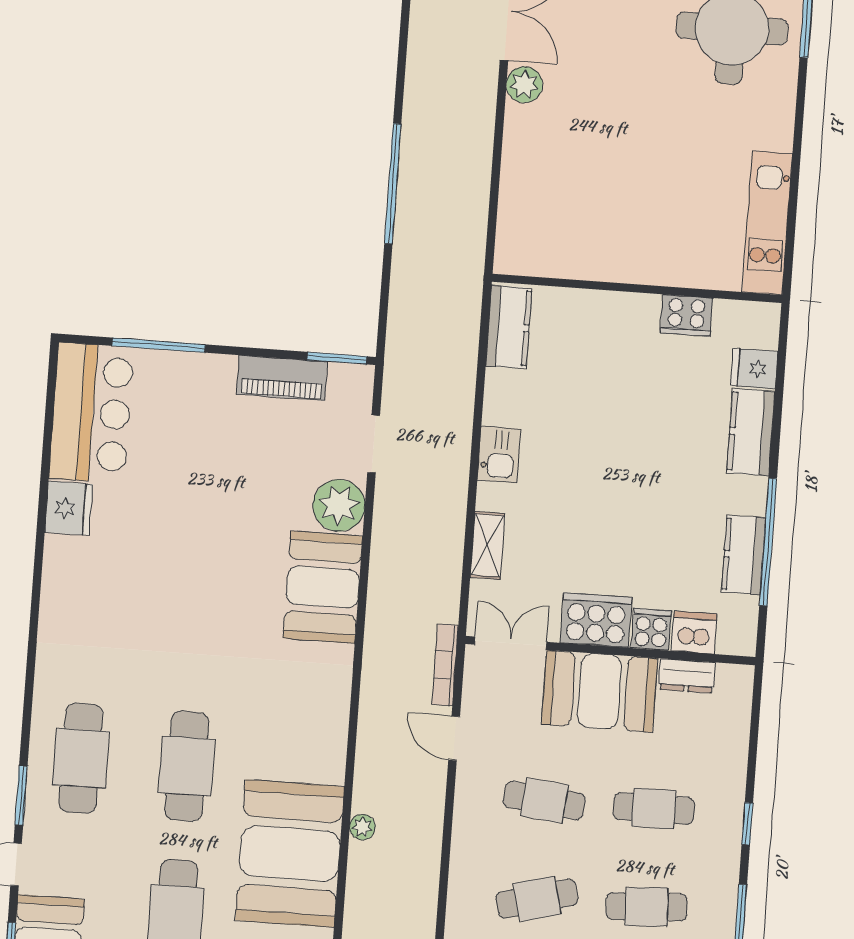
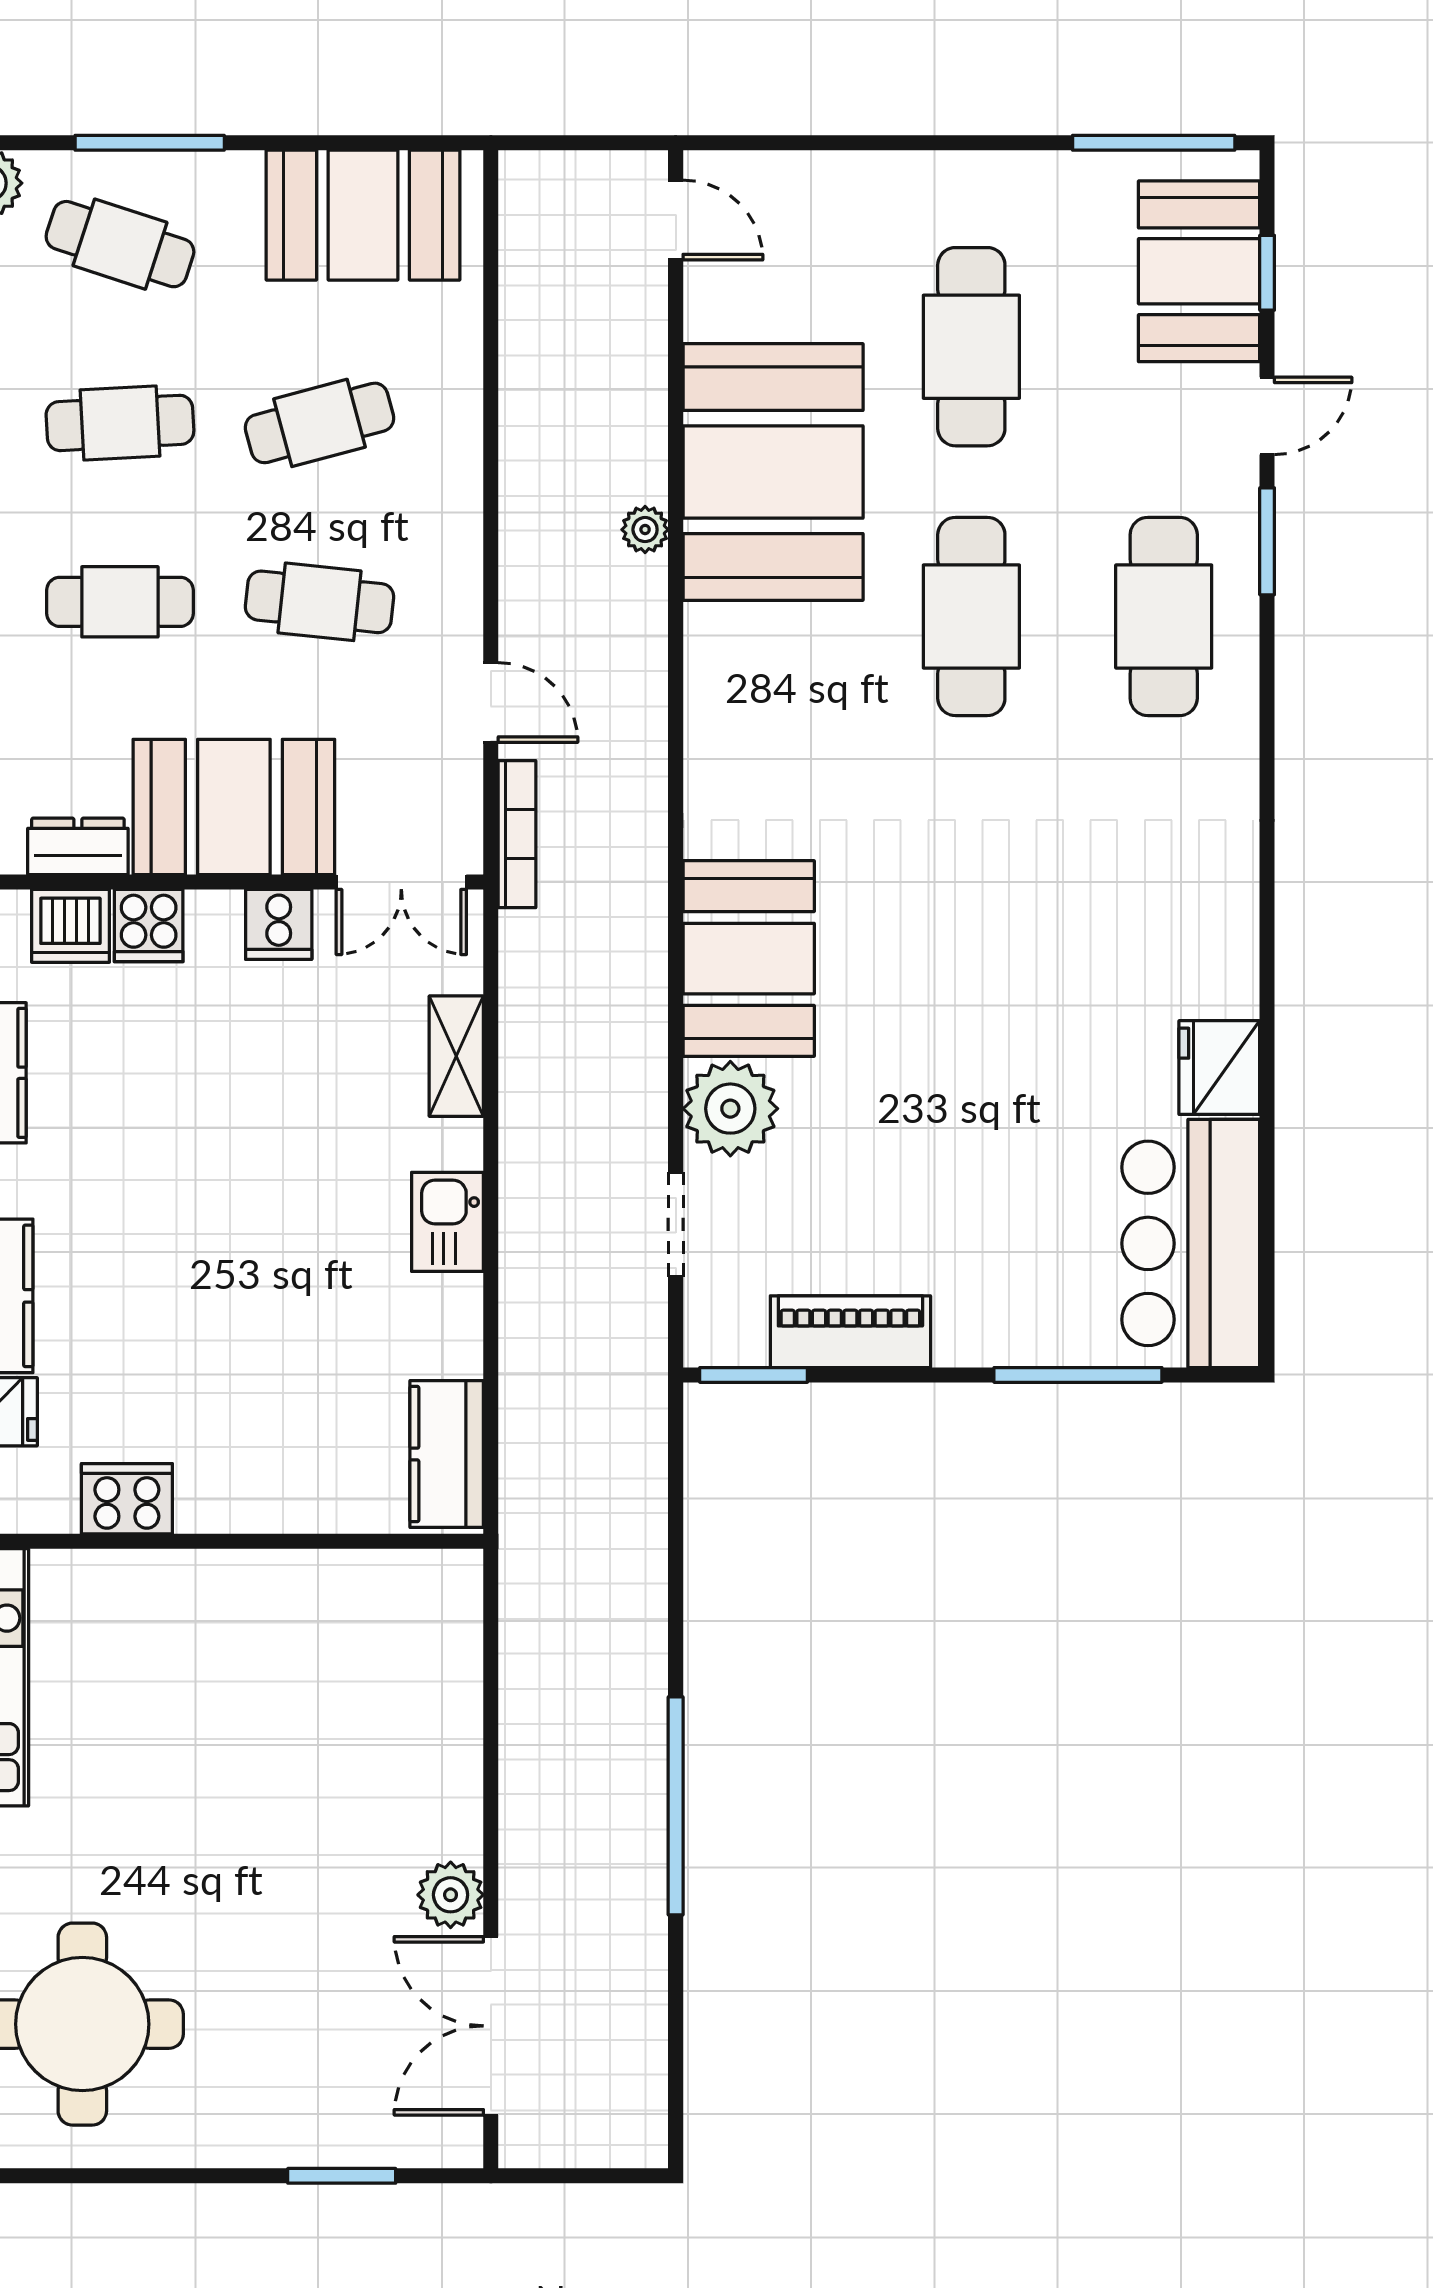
window: (393, 184) -> (676, 1806), moved
cooker: (596, 620) -> (279, 924), width x0.53, depth x0.76

